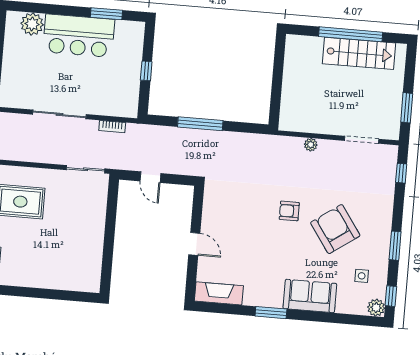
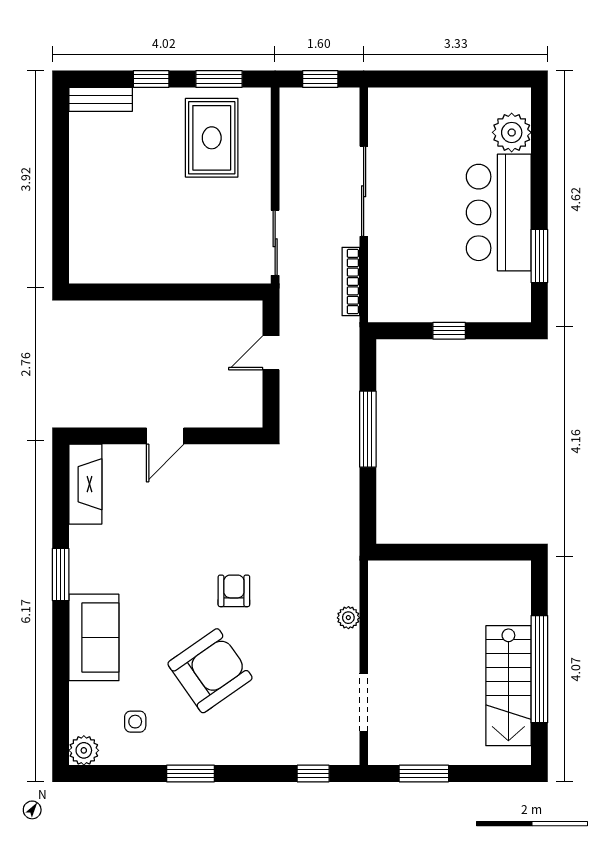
bookcase: (112, 127) -> (351, 281), width x1.56
window: (391, 296) -> (105, 774), removed

